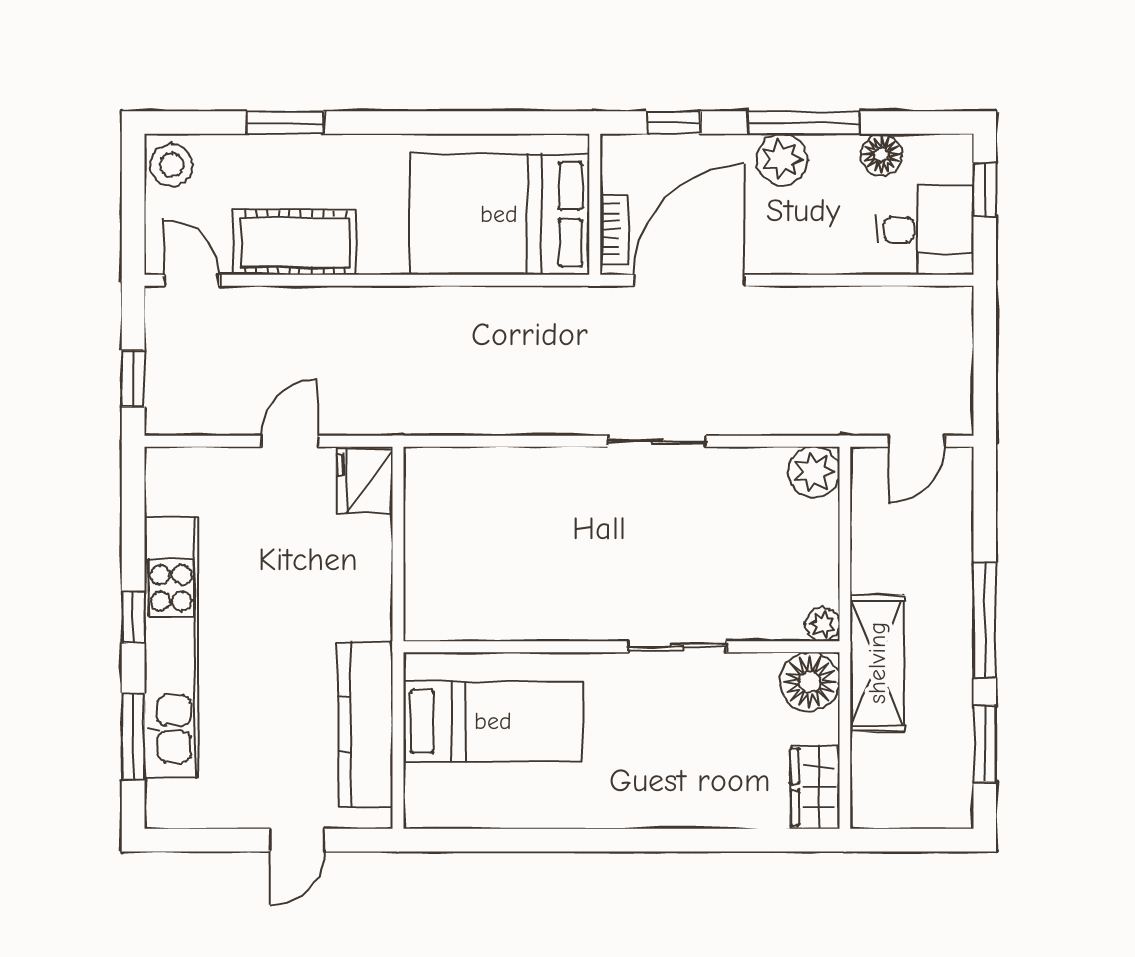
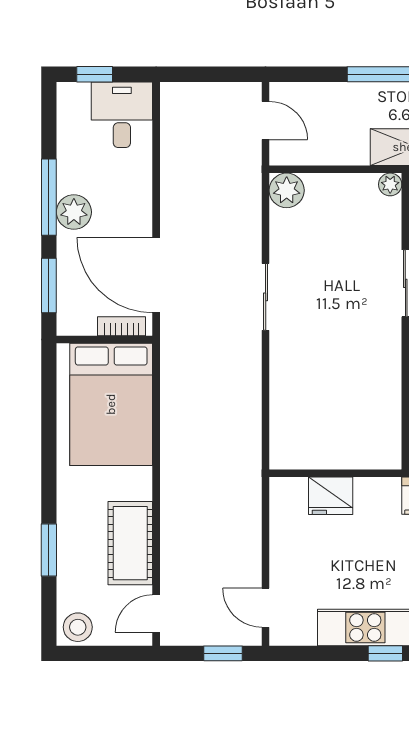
window: (674, 123) -> (49, 285), width x1.50
floor lamp: (881, 154) -> (71, 144), removed
door: (290, 441) -> (266, 608), moved
fridge: (365, 481) -> (331, 496), moved

